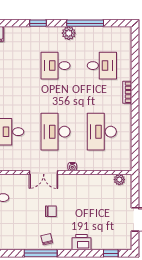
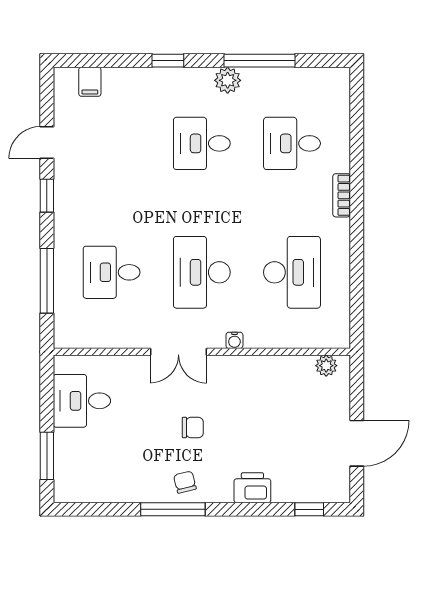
desk: (102, 66) -> (292, 143), turned 180
desk: (102, 132) -> (292, 272), turned 180

